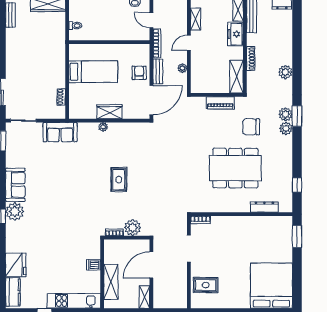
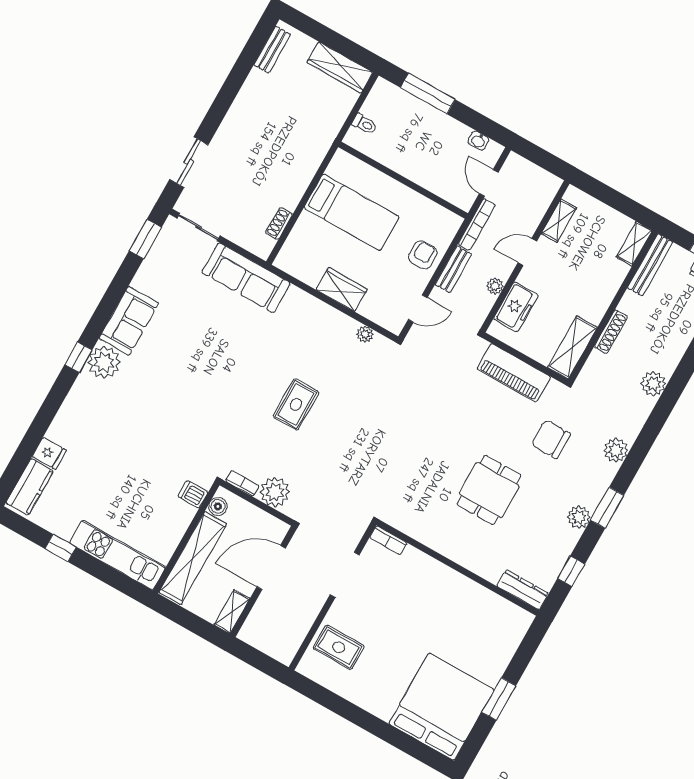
freezer: (235, 34) -> (516, 307), moved, turned 180
door: (151, 100) -> (418, 309), width x0.53
piano: (220, 103) -> (514, 373), width x1.37, depth x1.33
window: (297, 116) -> (607, 508), moved
plant: (103, 127) -> (365, 334), moved
plant: (286, 128) -> (579, 517), moved
sofa: (60, 132) -> (246, 278), width x1.36
dining table: (235, 168) -> (489, 490), width x0.53, depth x0.80
dresser: (264, 207) -> (523, 590), moved
window: (297, 236) -> (499, 699), moved
boiler: (109, 250) -> (218, 506), added
fridge: (16, 265) -> (49, 453), width x0.53, depth x0.75
dishwasher: (94, 265) -> (193, 494), moved
shelving: (111, 282) -> (193, 558), width x1.47

